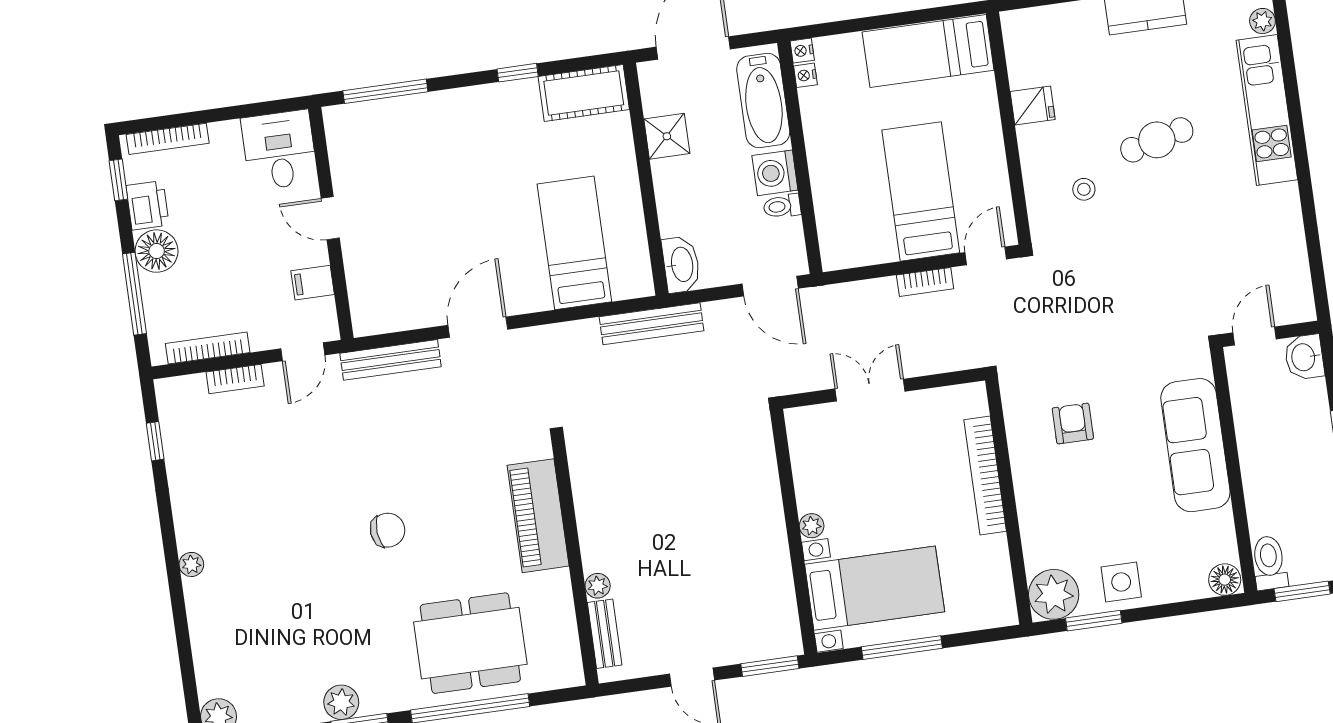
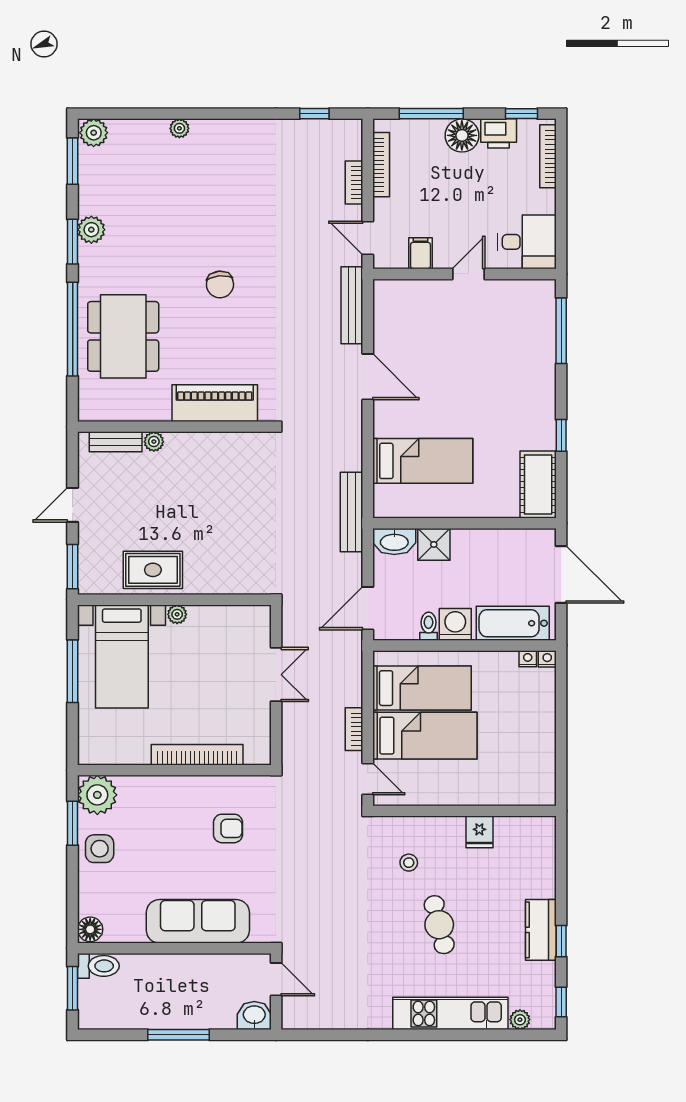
bed: (928, 51) -> (422, 688), moved, turned 90
shower: (667, 136) -> (434, 544), moved
plant: (191, 564) -> (179, 128), moved
rug: (760, 564) -> (153, 570), added

